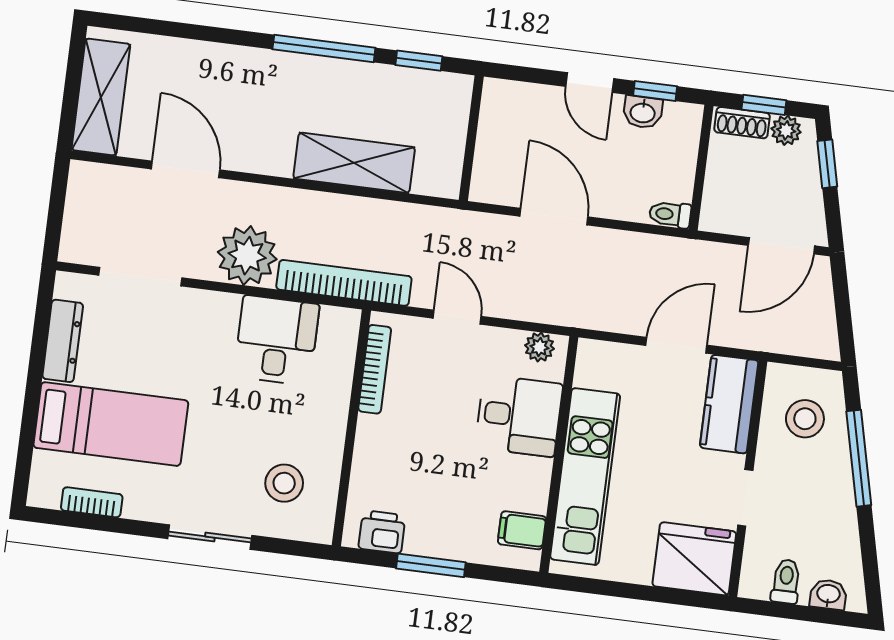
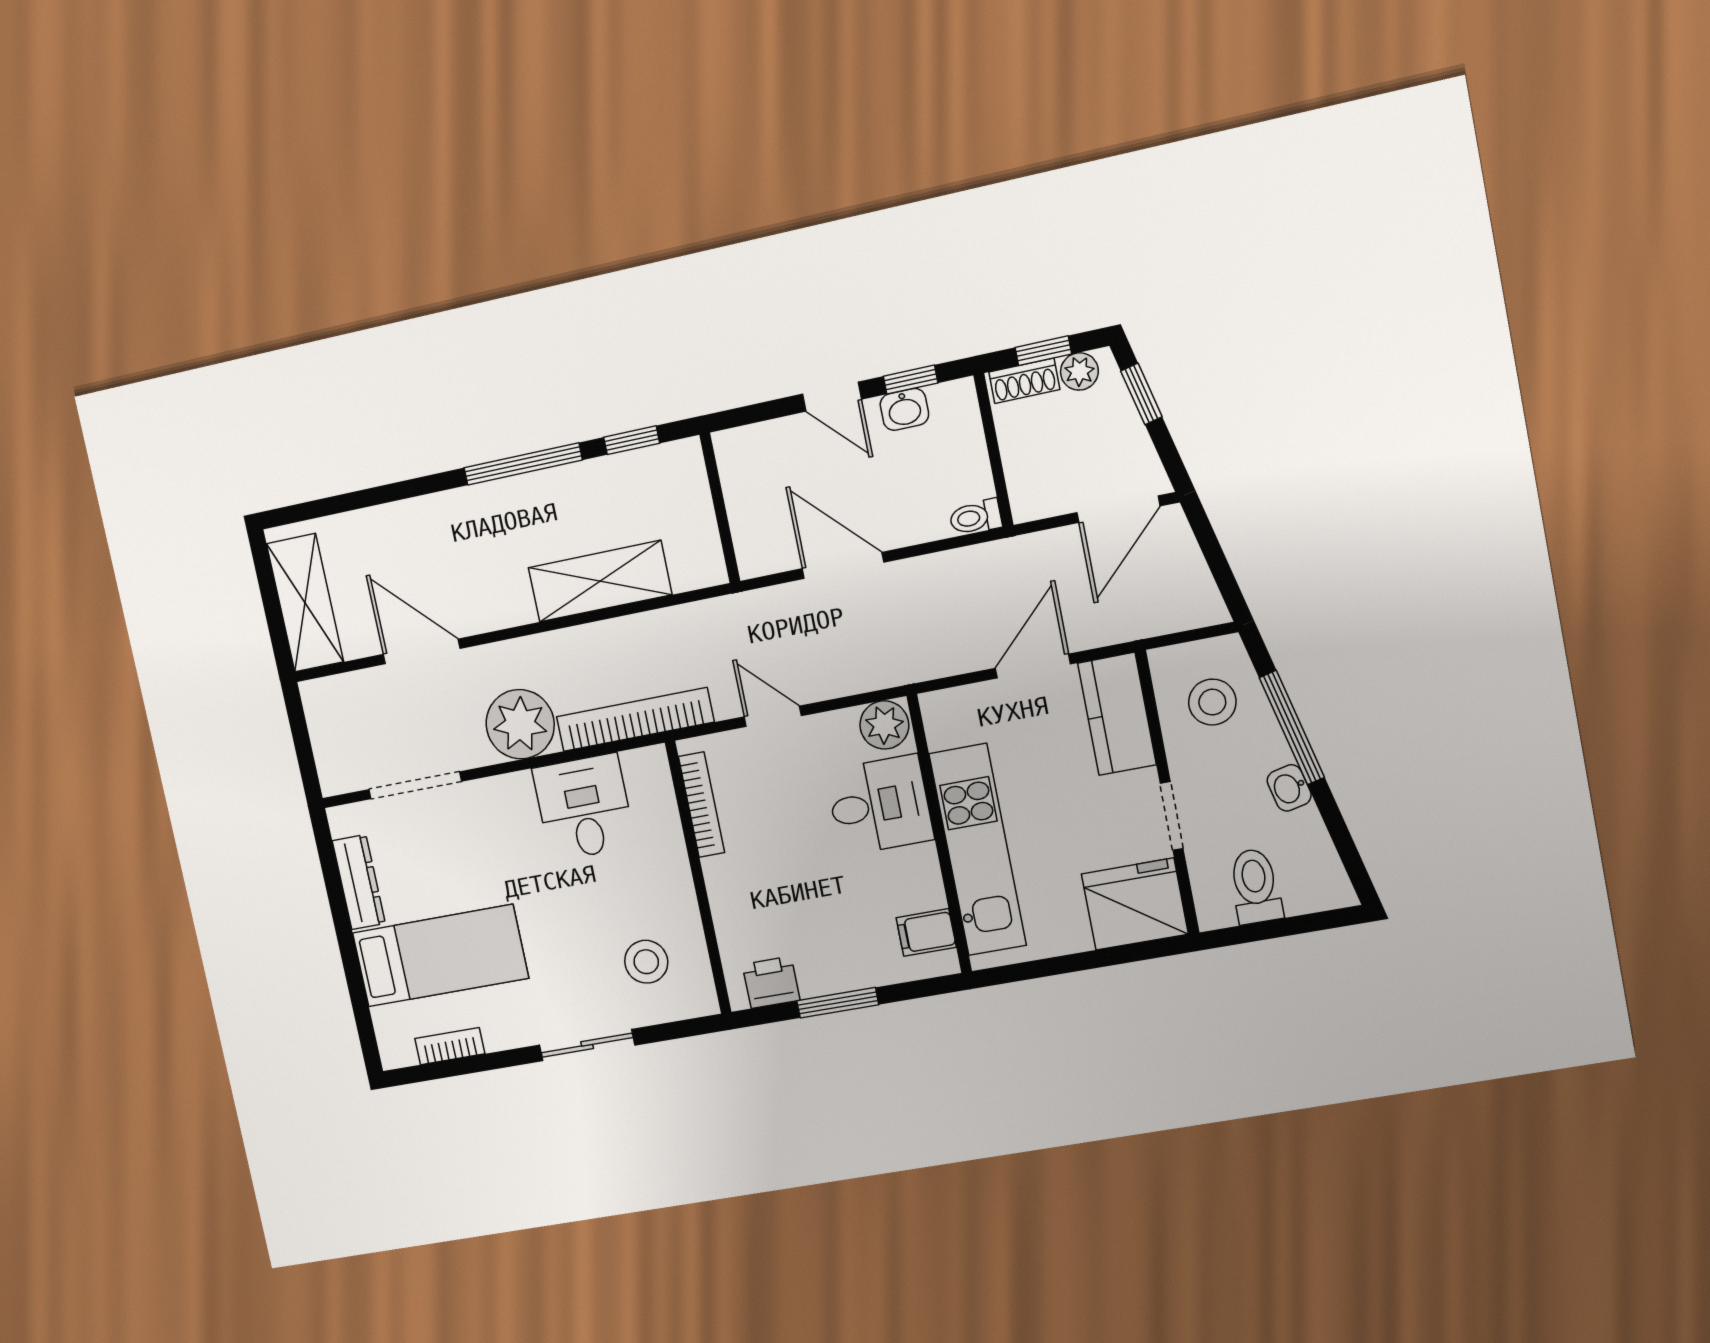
plant: (539, 347) -> (884, 725), width x1.38, depth x1.38
toilet: (786, 581) -> (1255, 886), width x1.37, depth x1.39
washbasin: (828, 594) -> (1289, 788), moved, turned -103

